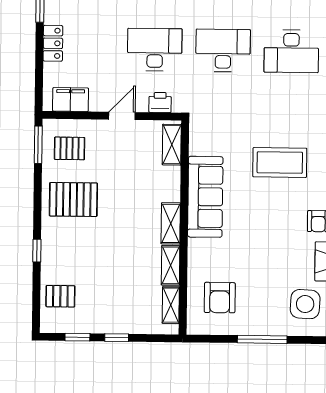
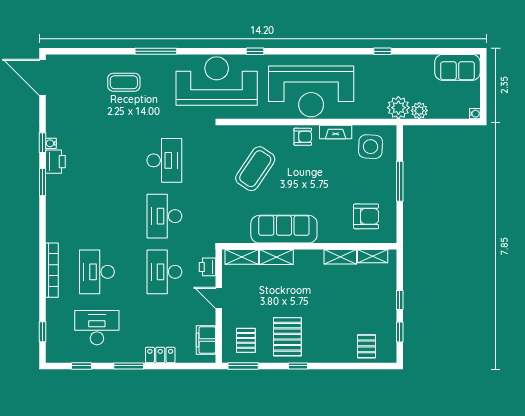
coffee table: (280, 162) -> (255, 169), turned 34
shelving: (171, 223) -> (276, 257), moved
window: (37, 251) -> (298, 366), moved

